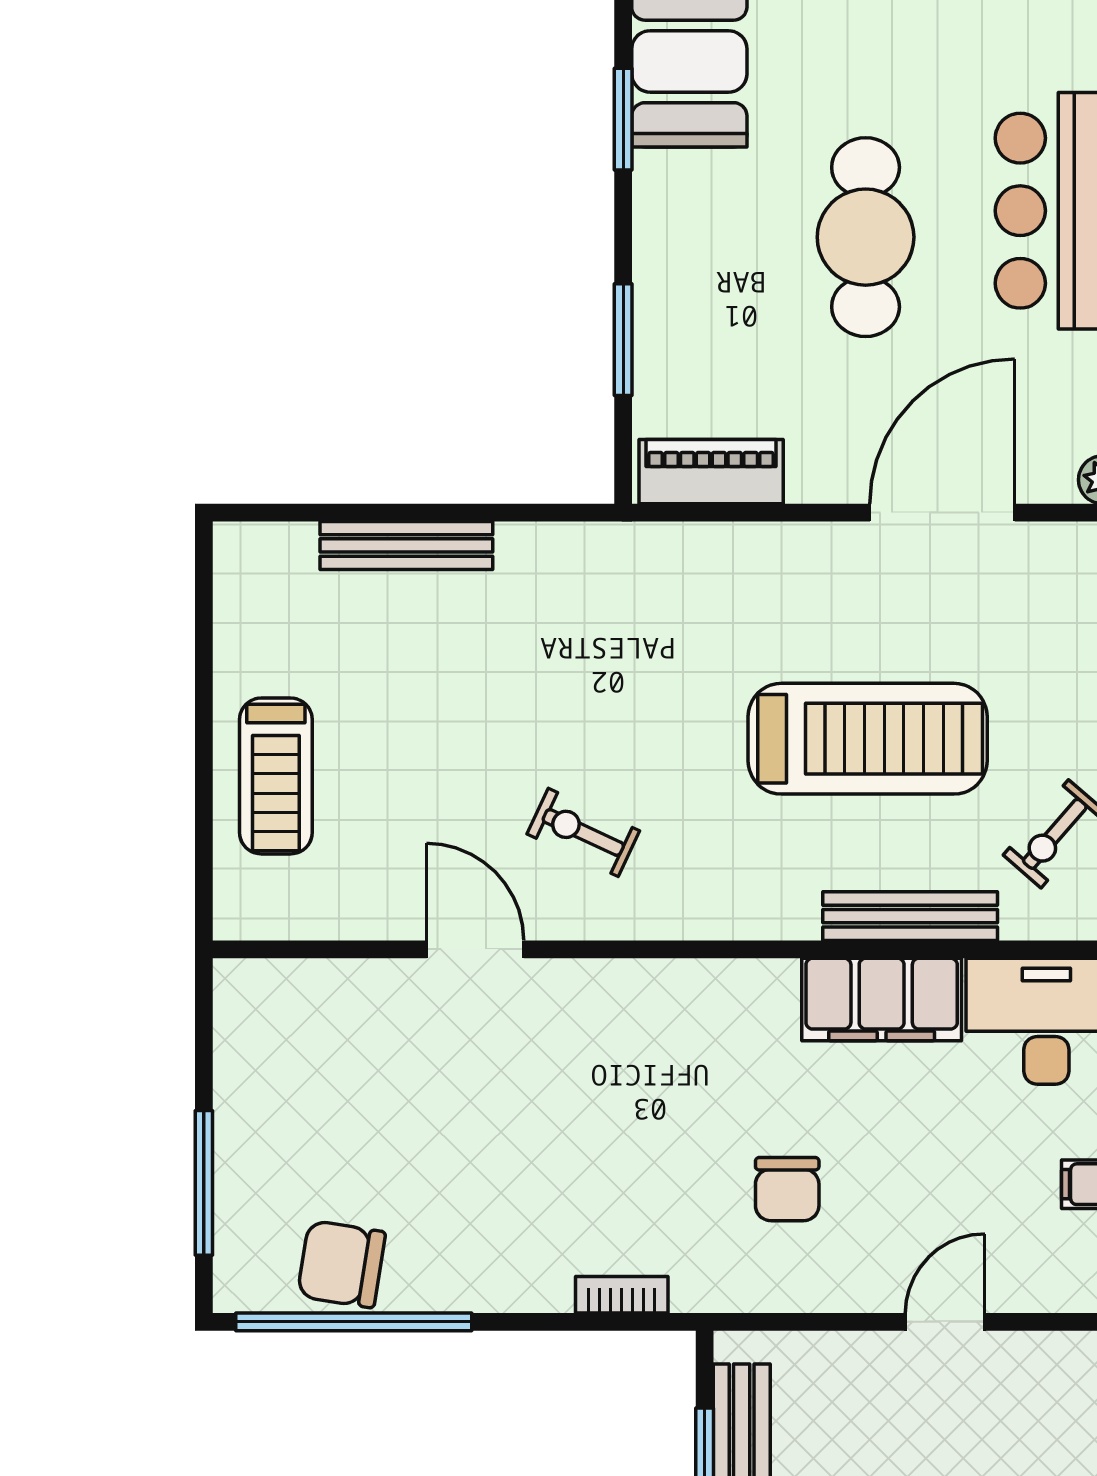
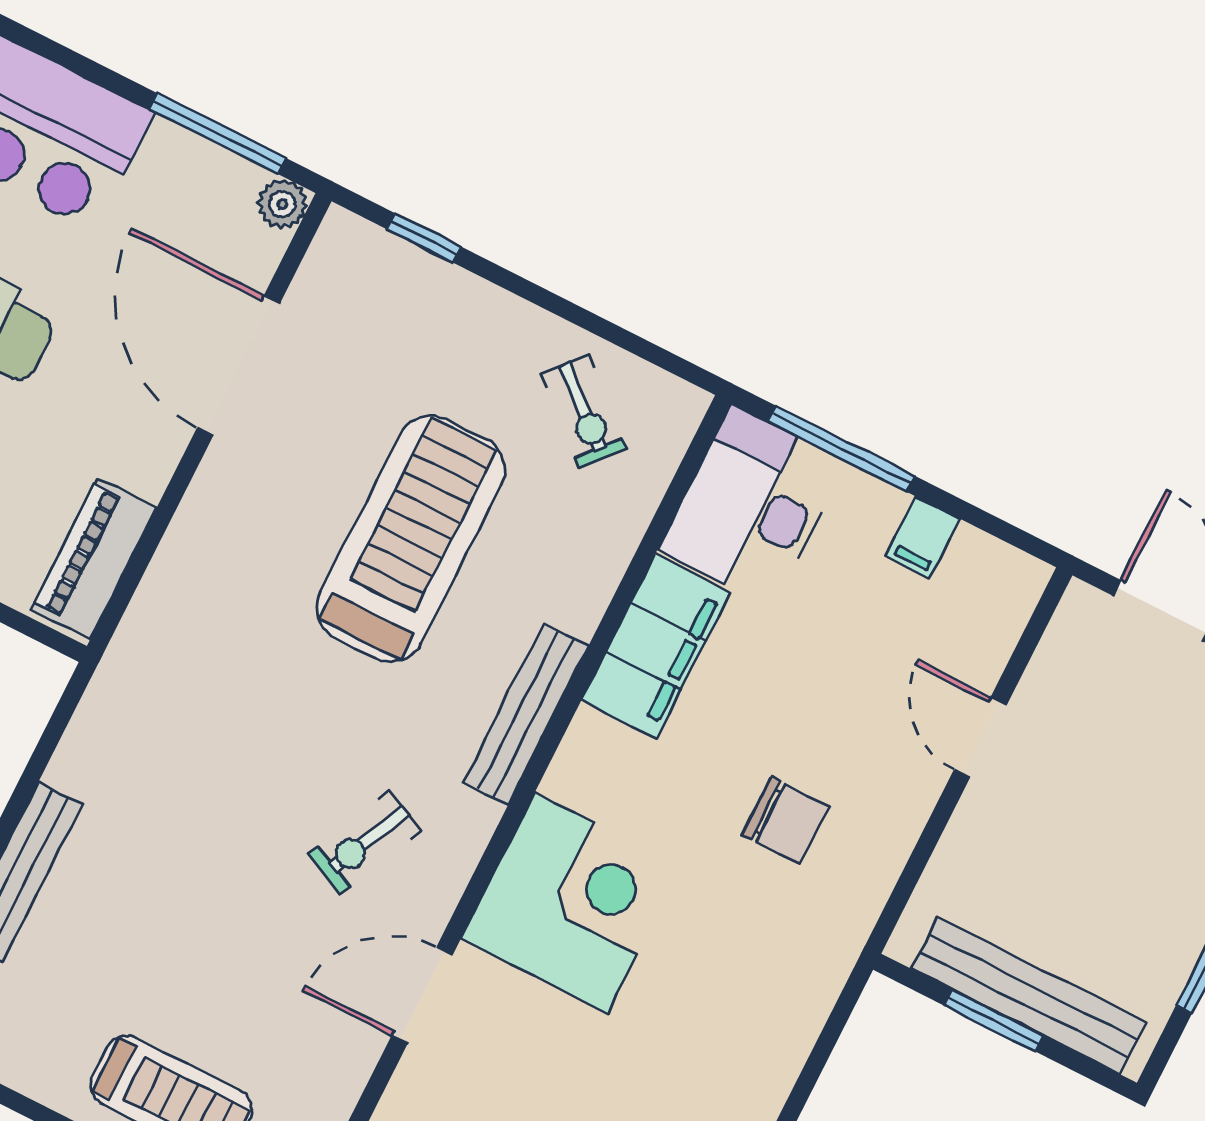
bench: (910, 916) -> (526, 714), moved
corner desk: (622, 1038) -> (571, 903), added
bookcase: (622, 1295) -> (806, 1021), removed

